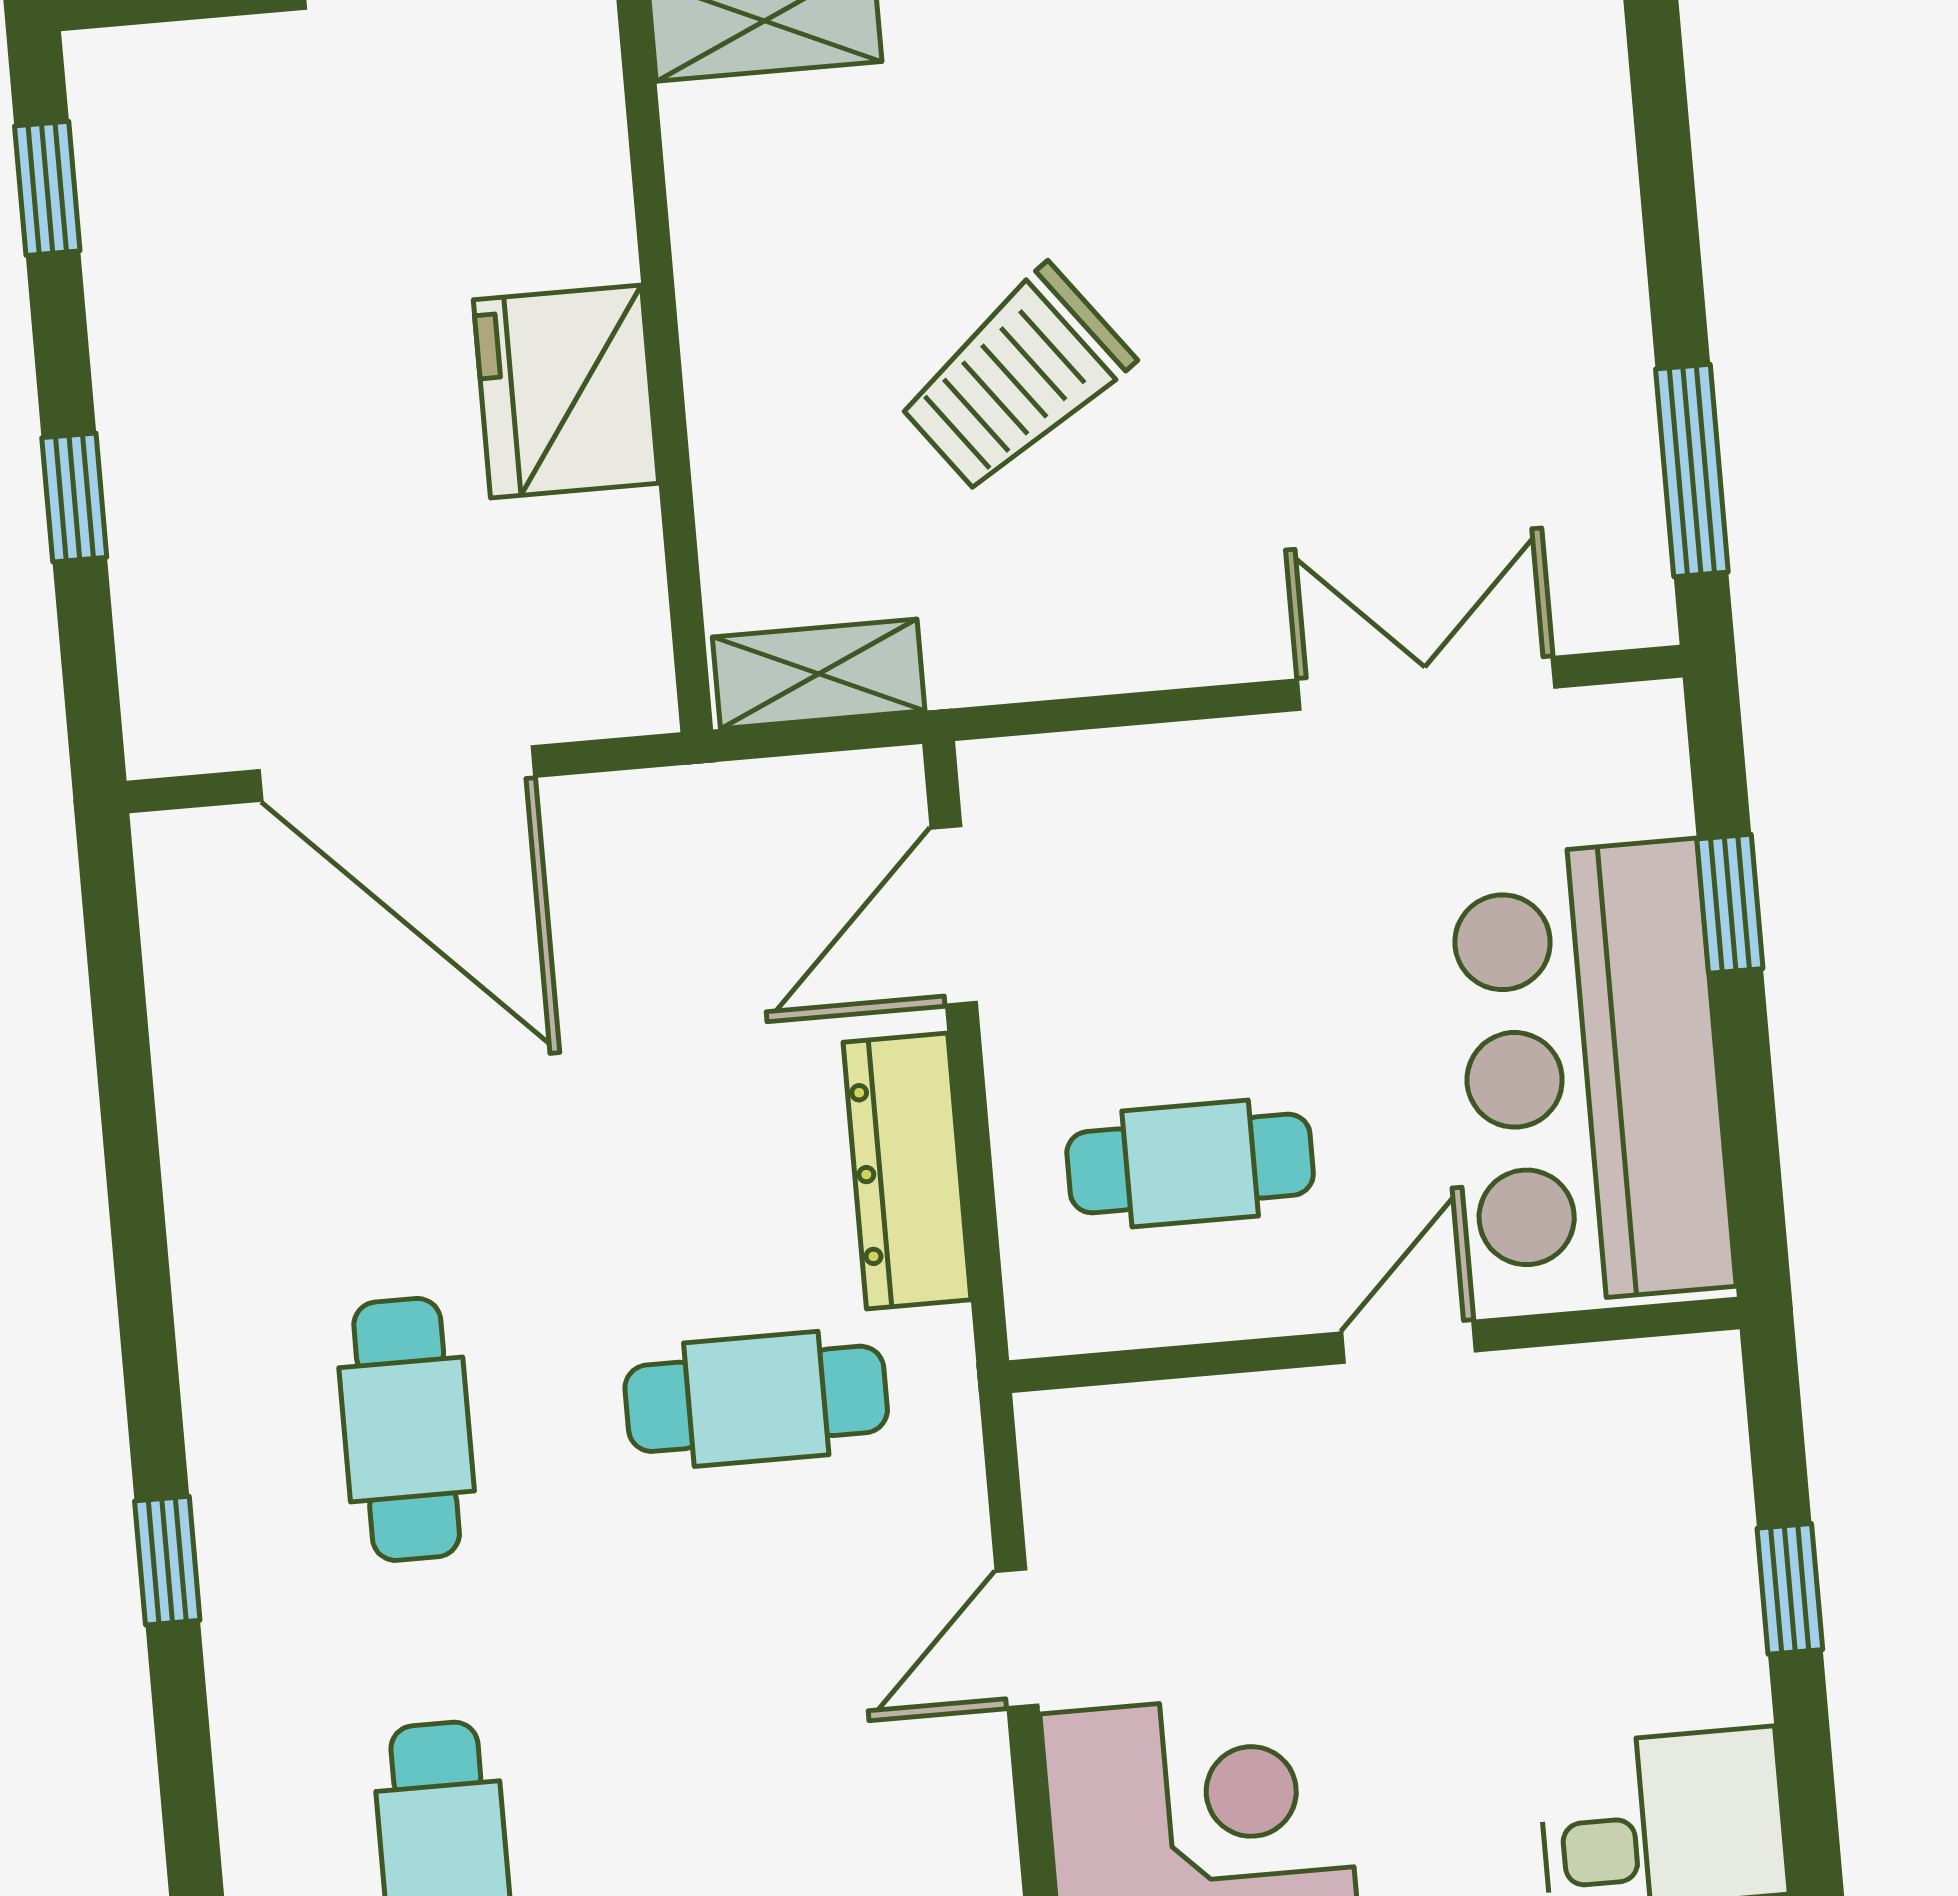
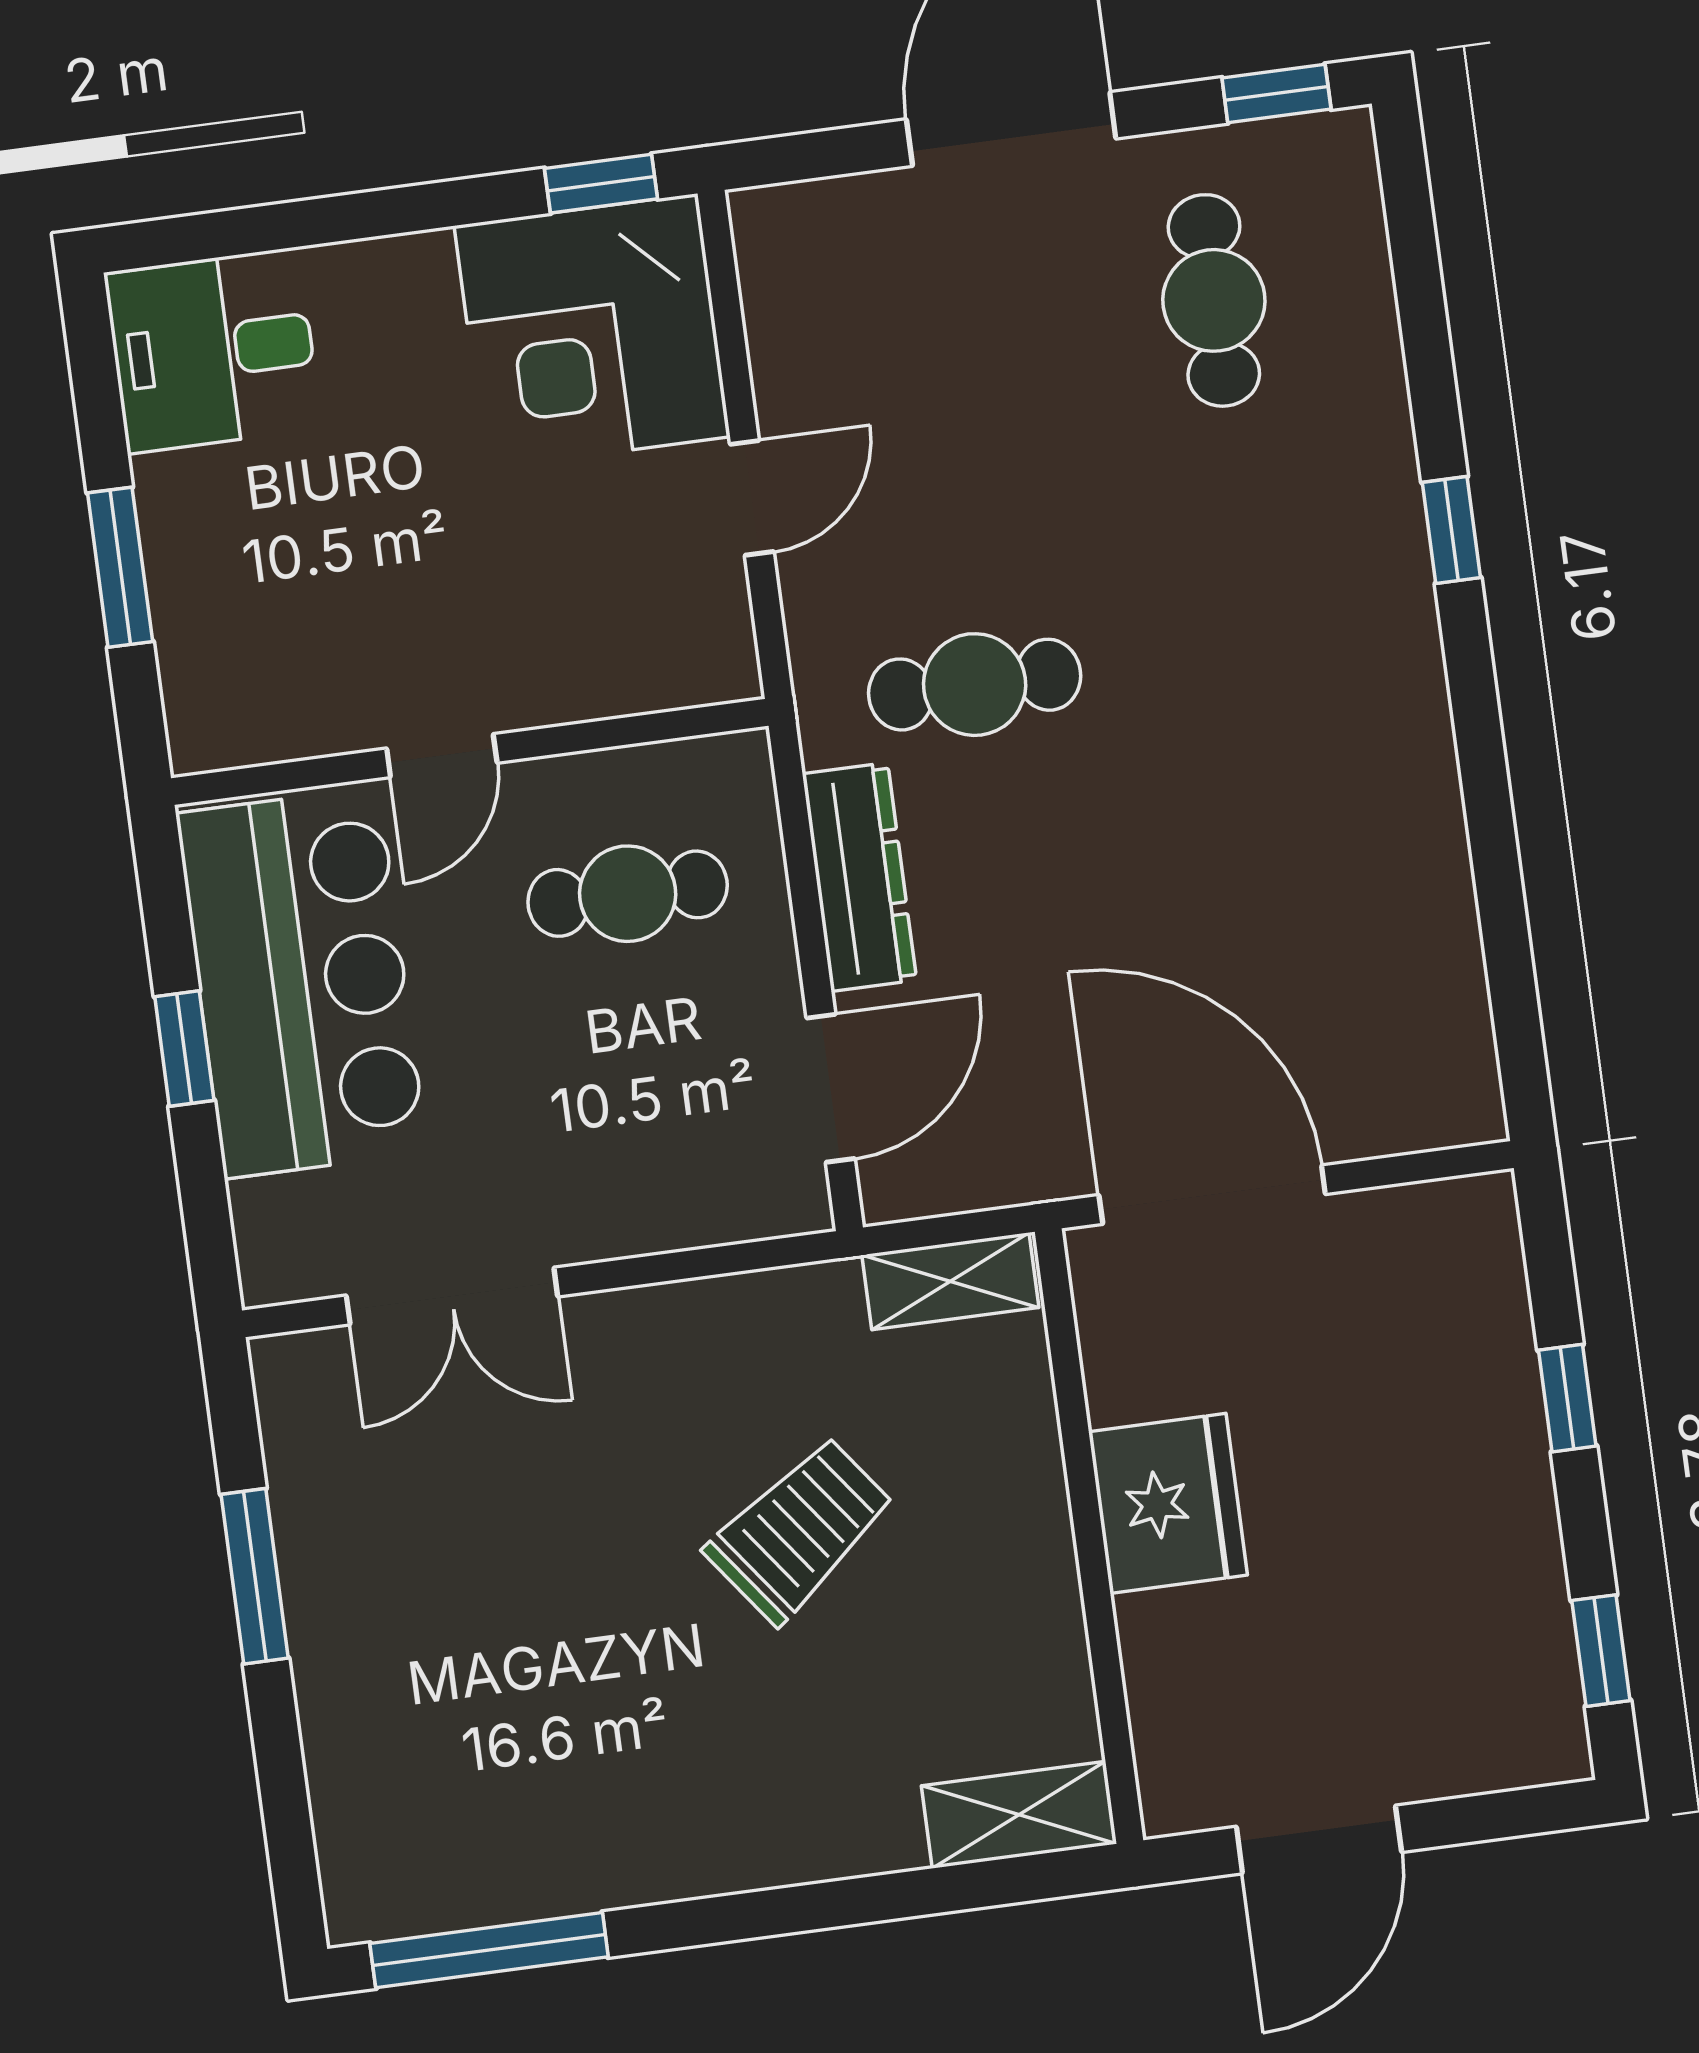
window: (1692, 471) -> (255, 1576), moved
door: (397, 774) -> (1212, 1195), moved
window: (1730, 904) -> (184, 1049), moved
cafe table: (407, 1429) -> (1260, 646), removed
window: (1790, 1589) -> (120, 567), width x1.50

